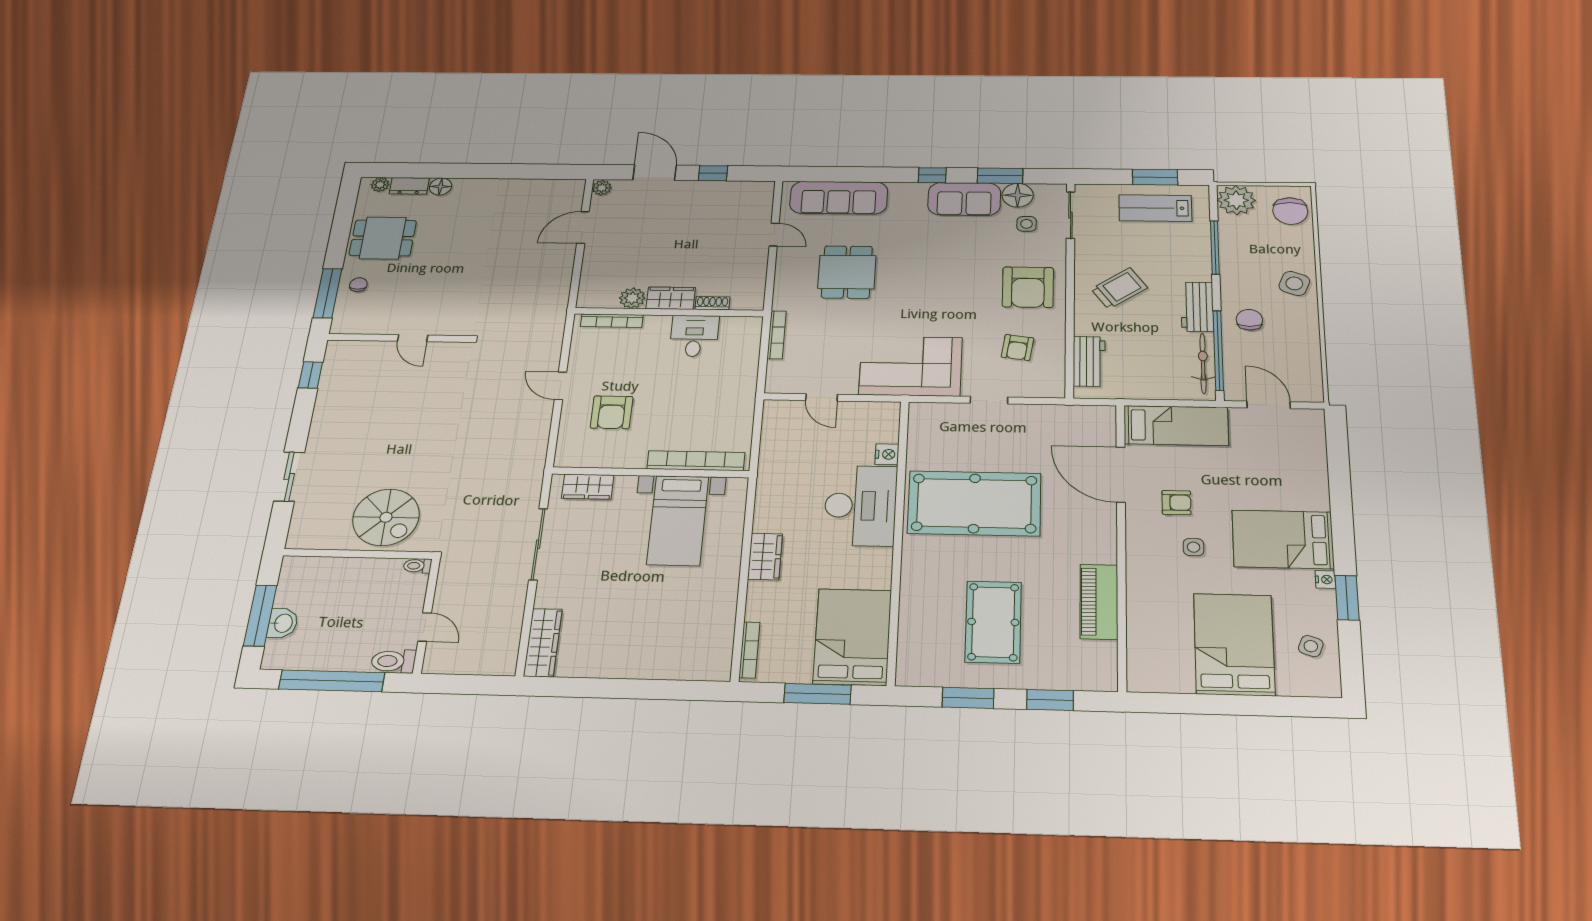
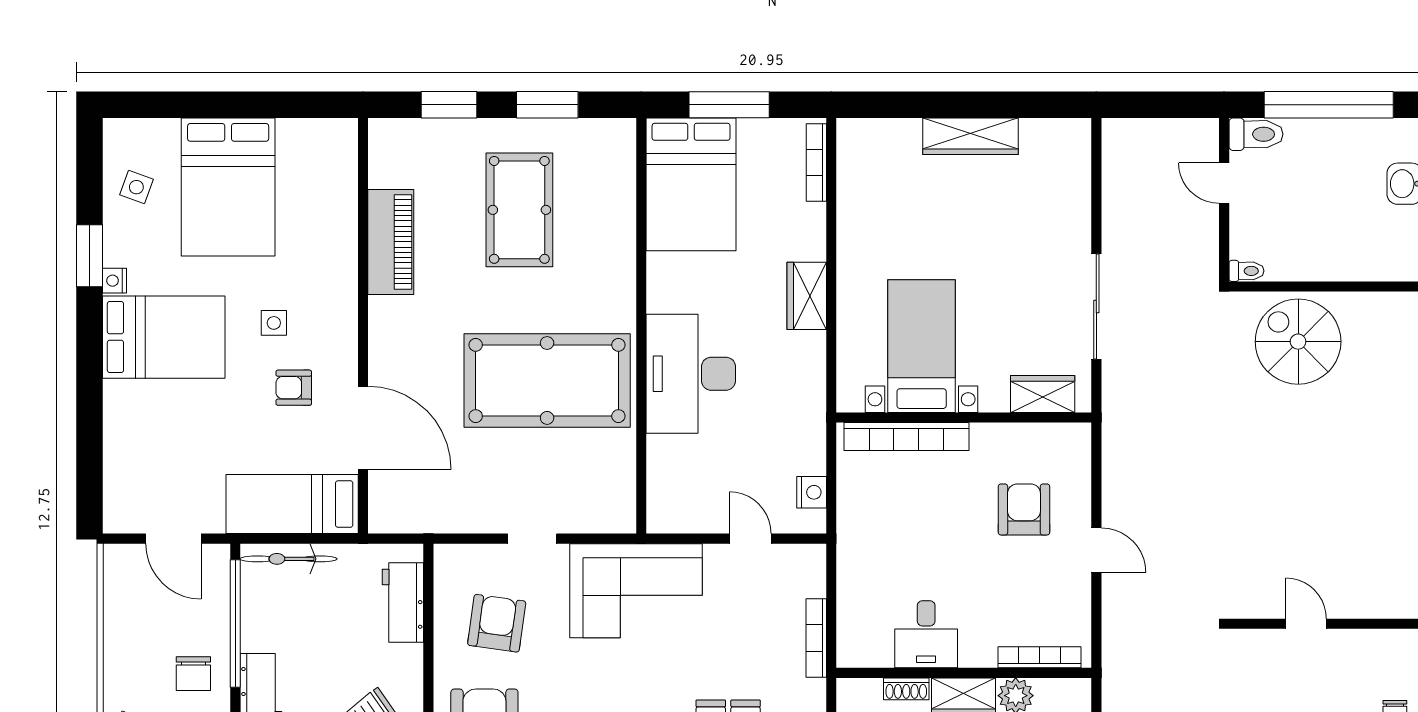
armchair: (1017, 347) -> (497, 623), width x1.38, depth x1.38
bicycle: (1203, 363) -> (289, 559), moved, turned 90
nightstand: (887, 454) -> (812, 492), moved, turned 180
wardrobe: (543, 643) -> (970, 136), moved, turned -90

